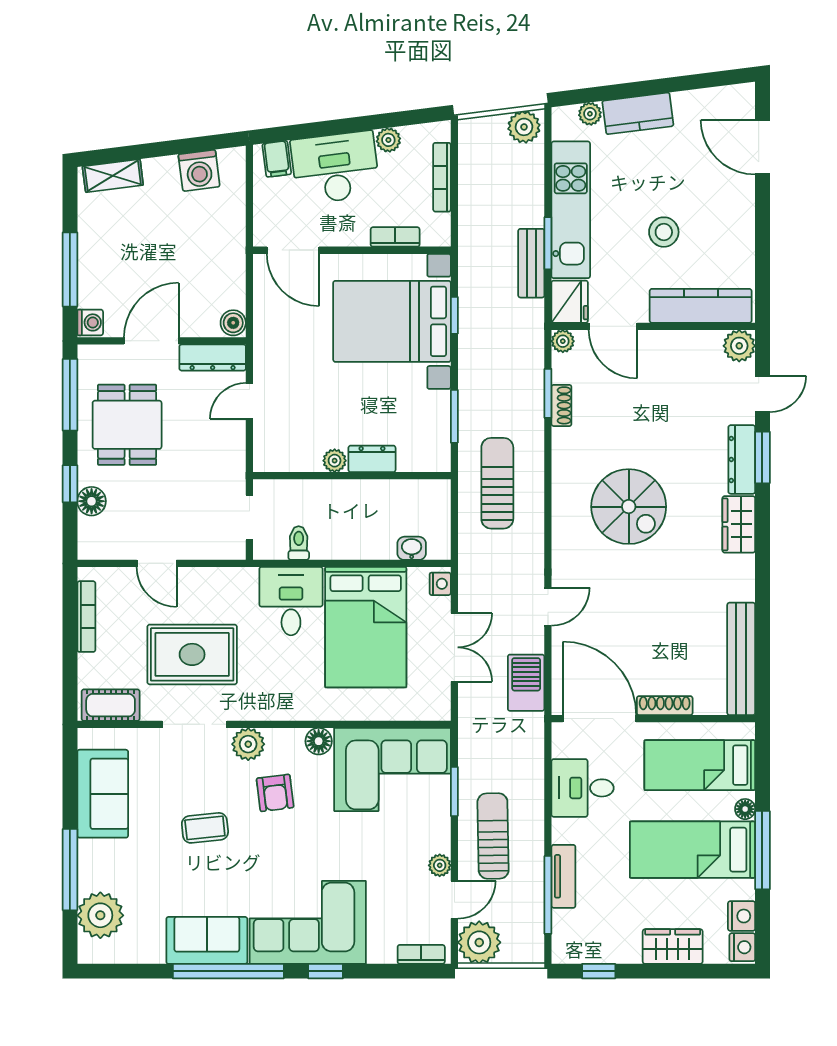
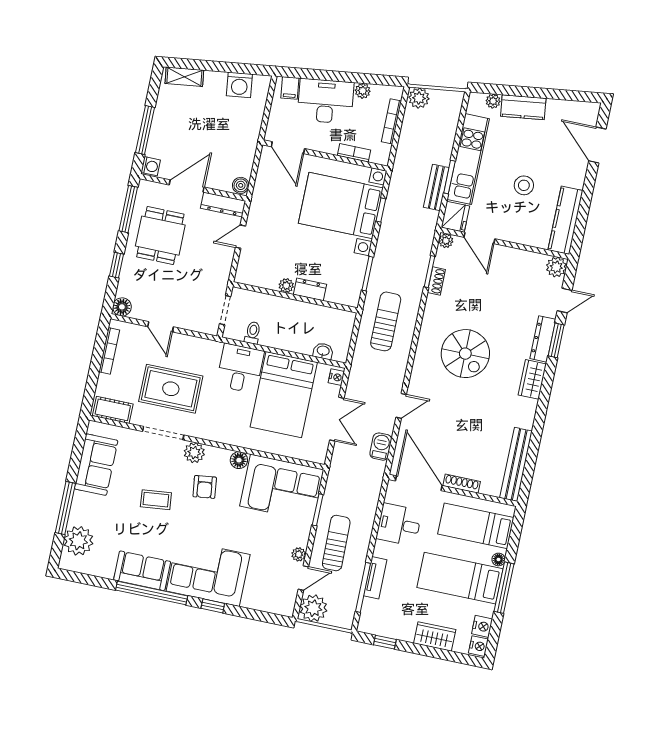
plant: (524, 127) -> (419, 98), moved
kitchen counter: (701, 306) -> (565, 220), moved, turned -90
floor lamp: (92, 501) -> (122, 307), moved
barbecue: (526, 683) -> (381, 447), width x0.73, depth x0.79
bookcase: (421, 954) -> (275, 608), removed

